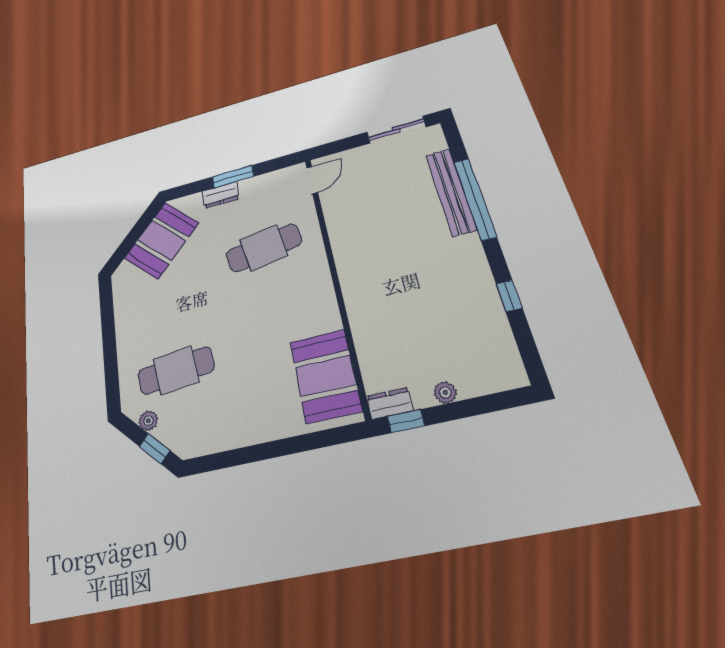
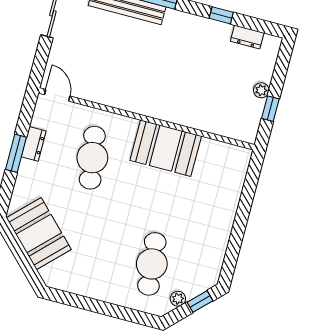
dresser: (221, 195) -> (34, 144), moved
booth: (325, 376) -> (166, 148), moved
dresser: (390, 403) -> (247, 37), moved, turned -90
window: (406, 421) -> (270, 109), moved

